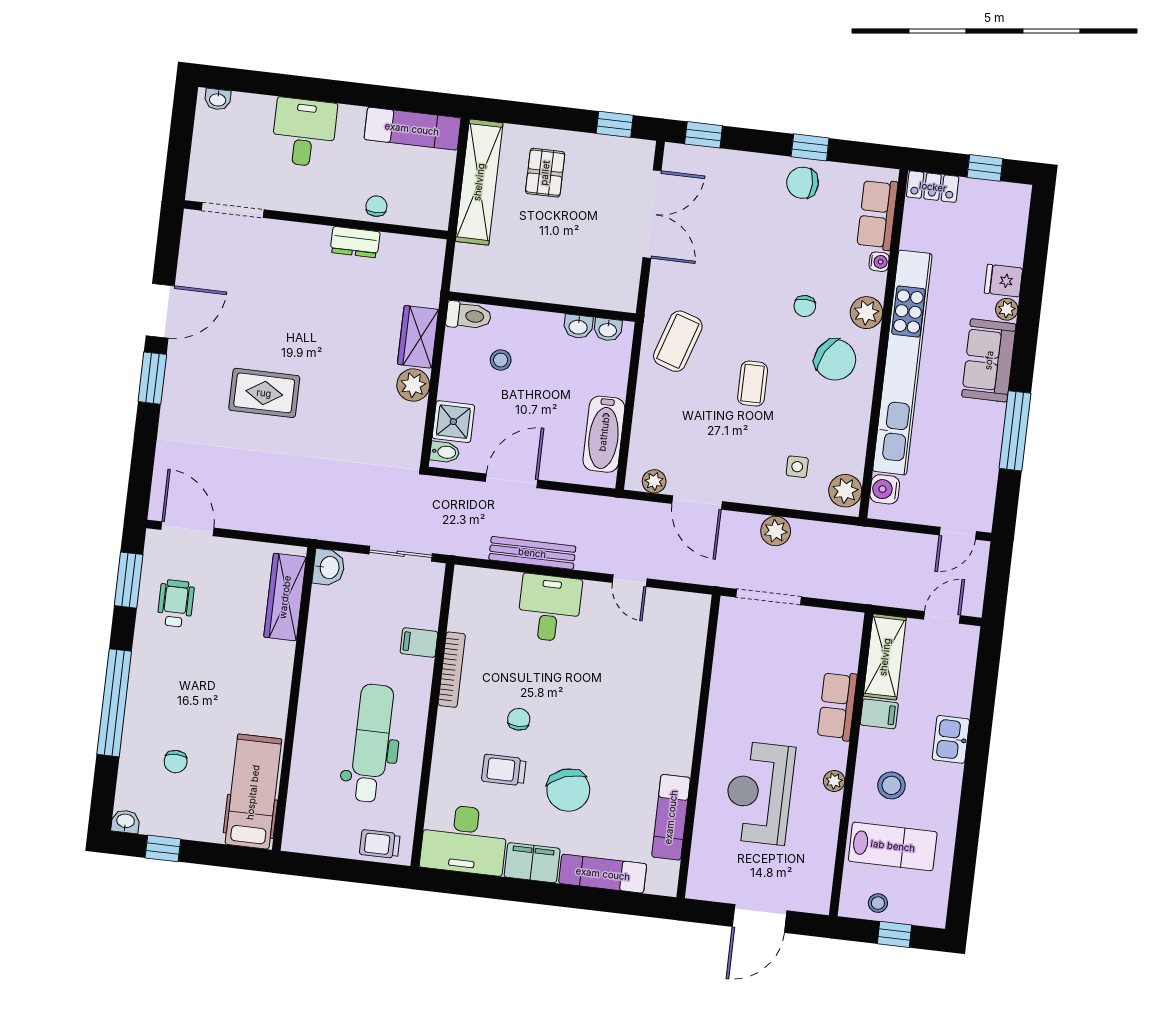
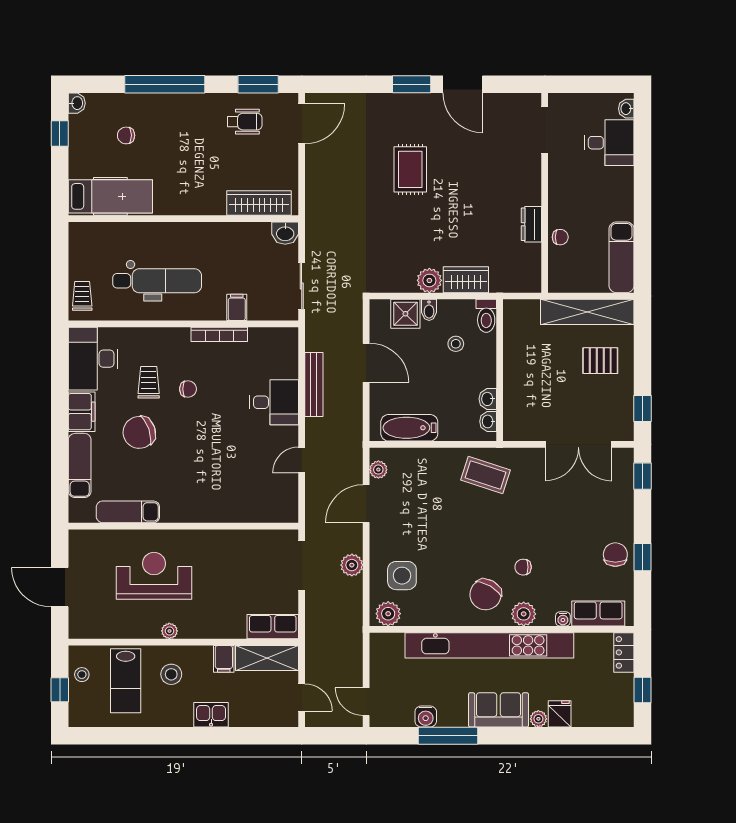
desk: (304, 132) -> (609, 143), moved
coffee table: (753, 384) -> (460, 535), removed
bidet: (445, 452) -> (429, 310), moved
side table: (797, 467) -> (402, 576), width x1.87, depth x1.87
water cooler: (885, 489) -> (426, 716), moved, turned 180
row of seats: (837, 706) -> (273, 627), moved

